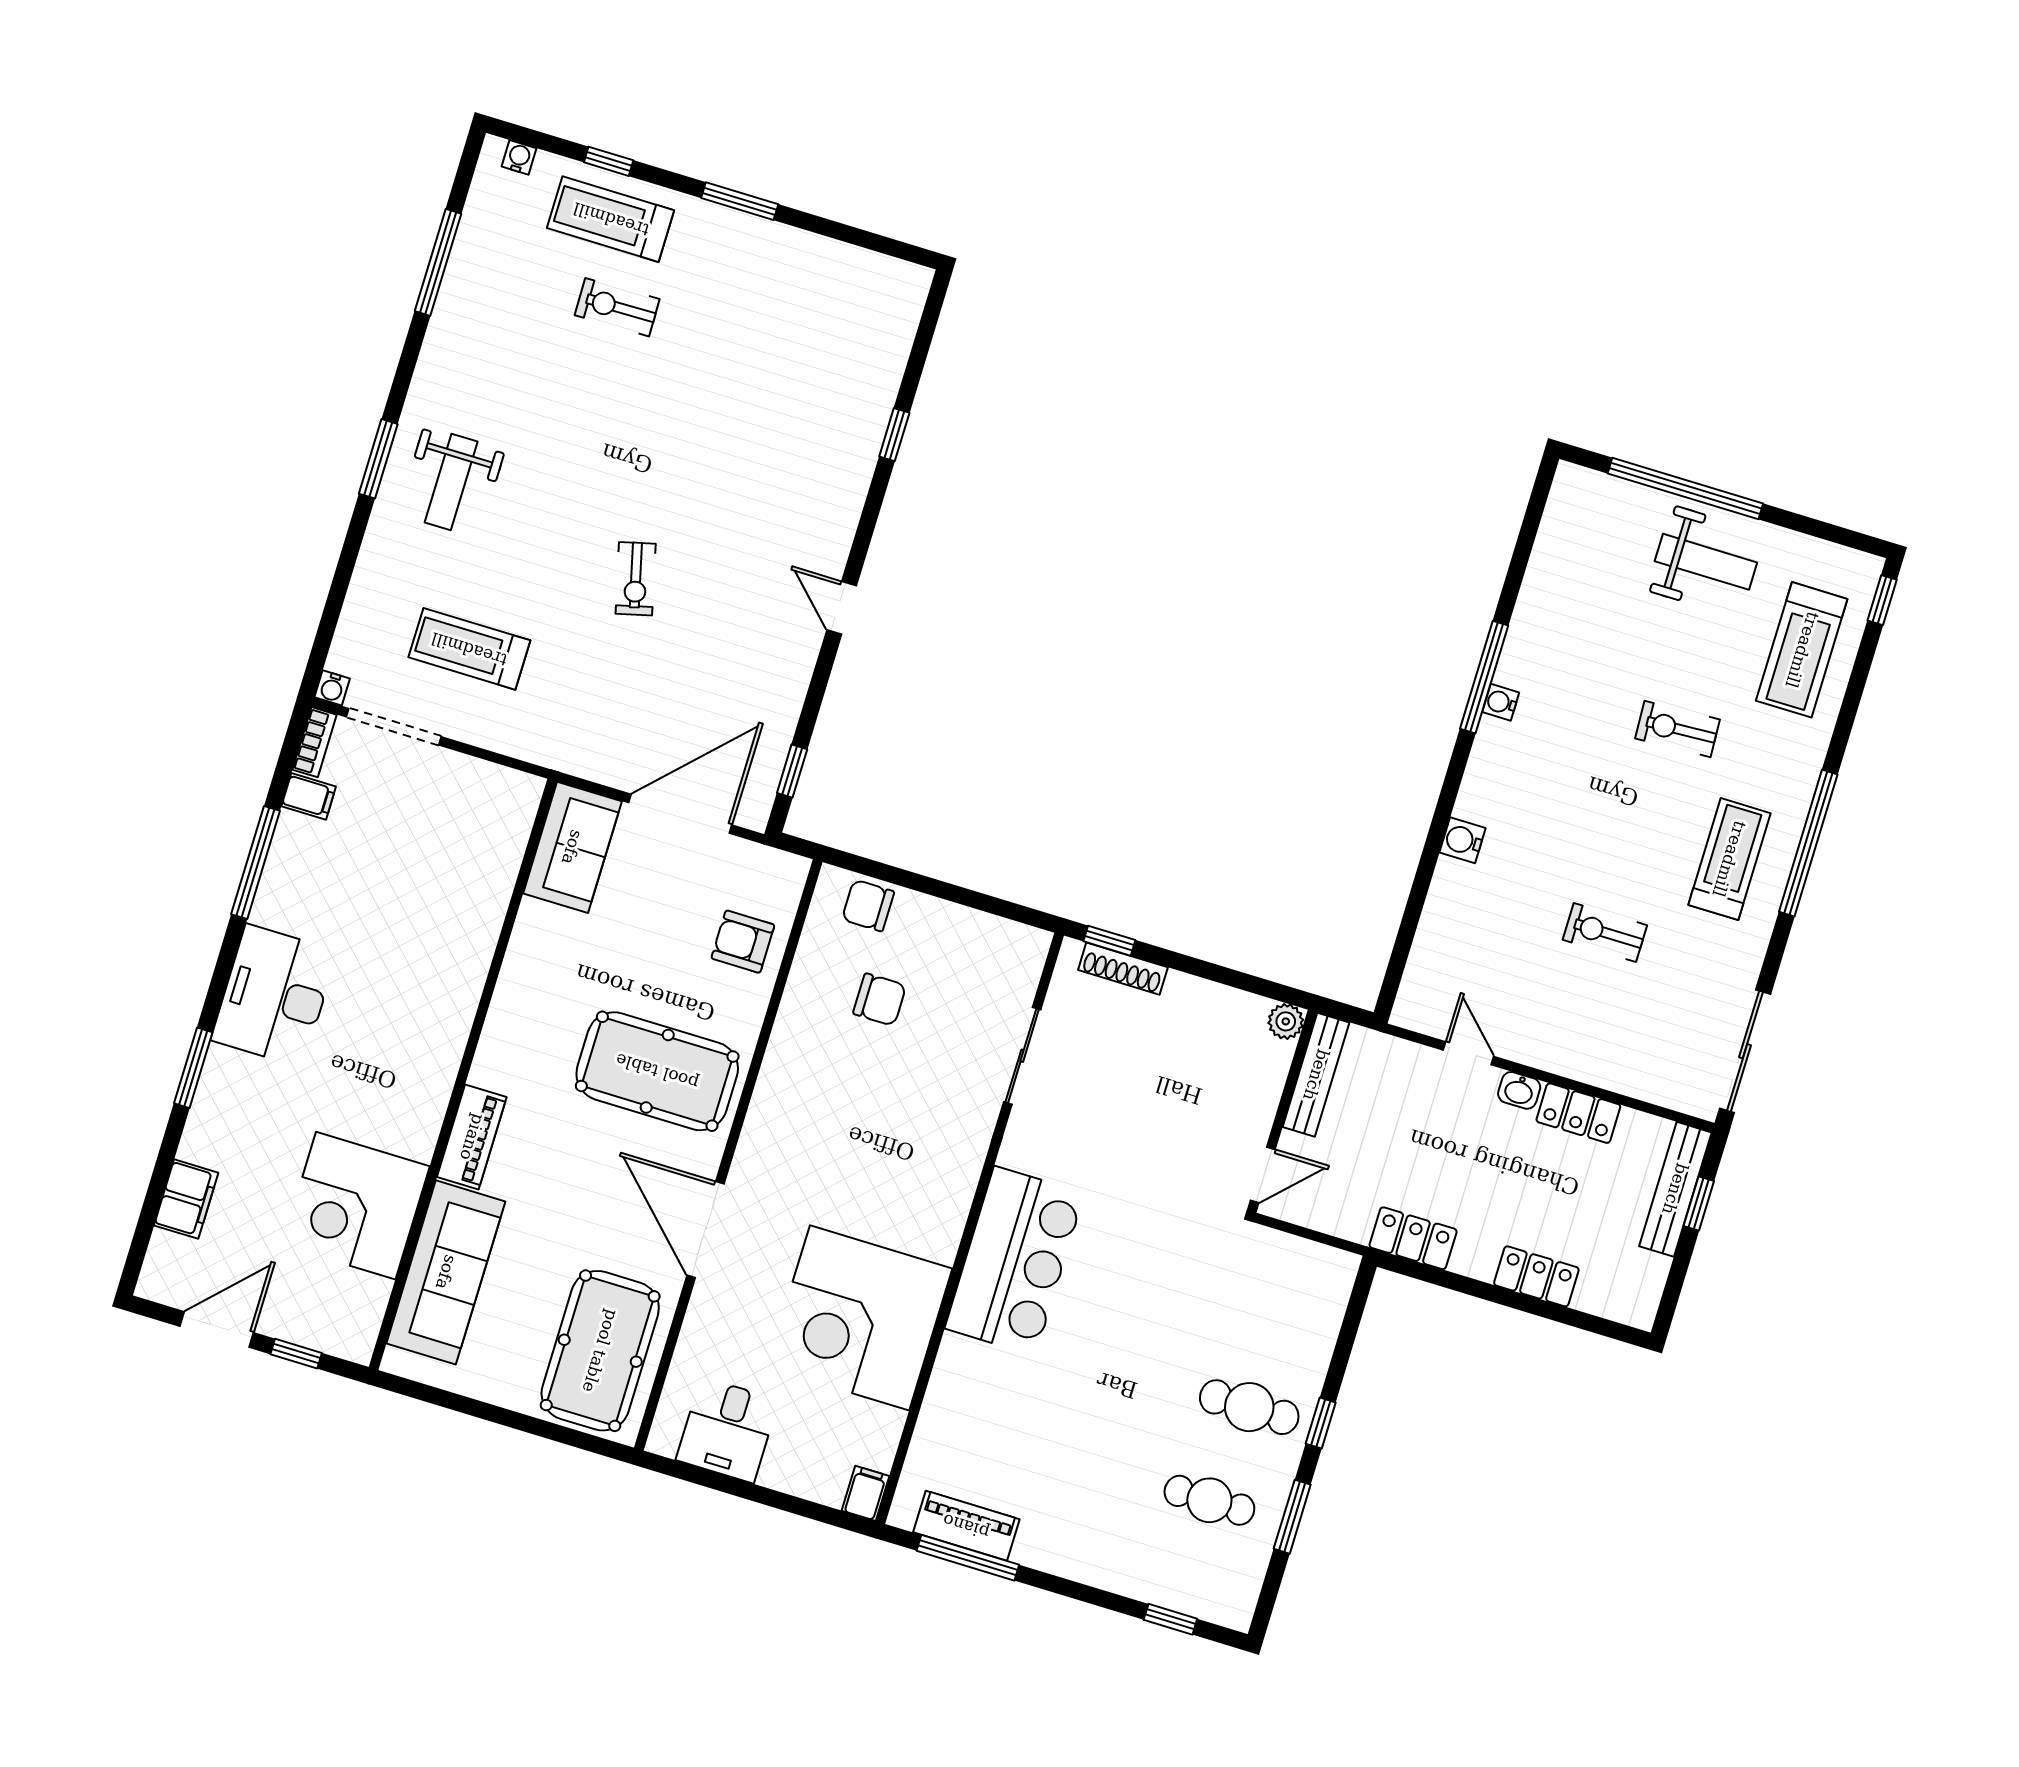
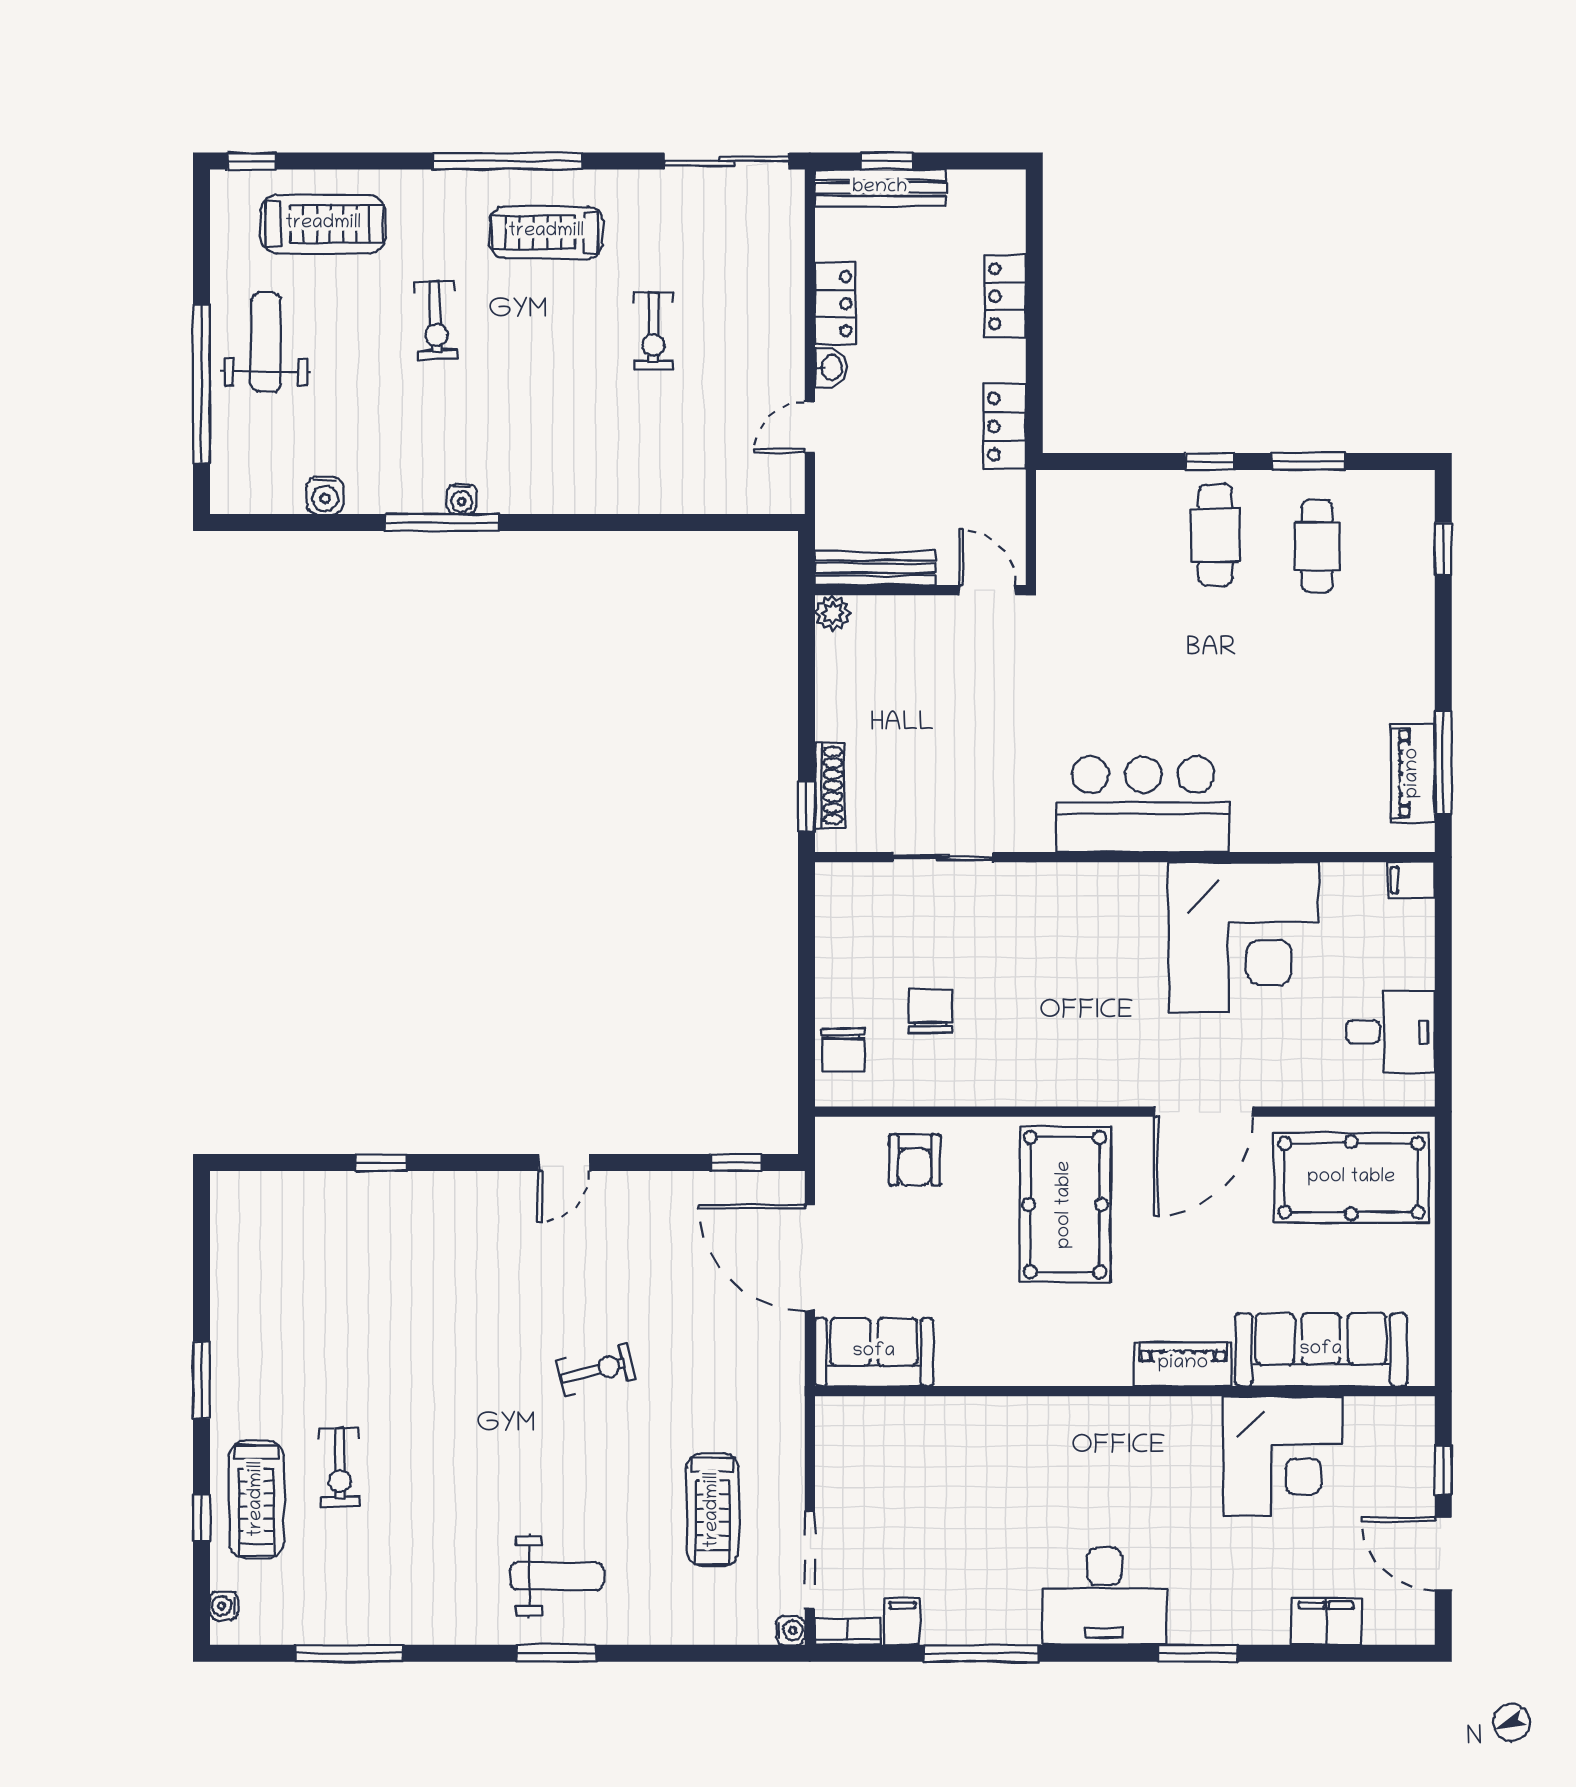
water cooler: (1463, 840) -> (325, 495), moved

